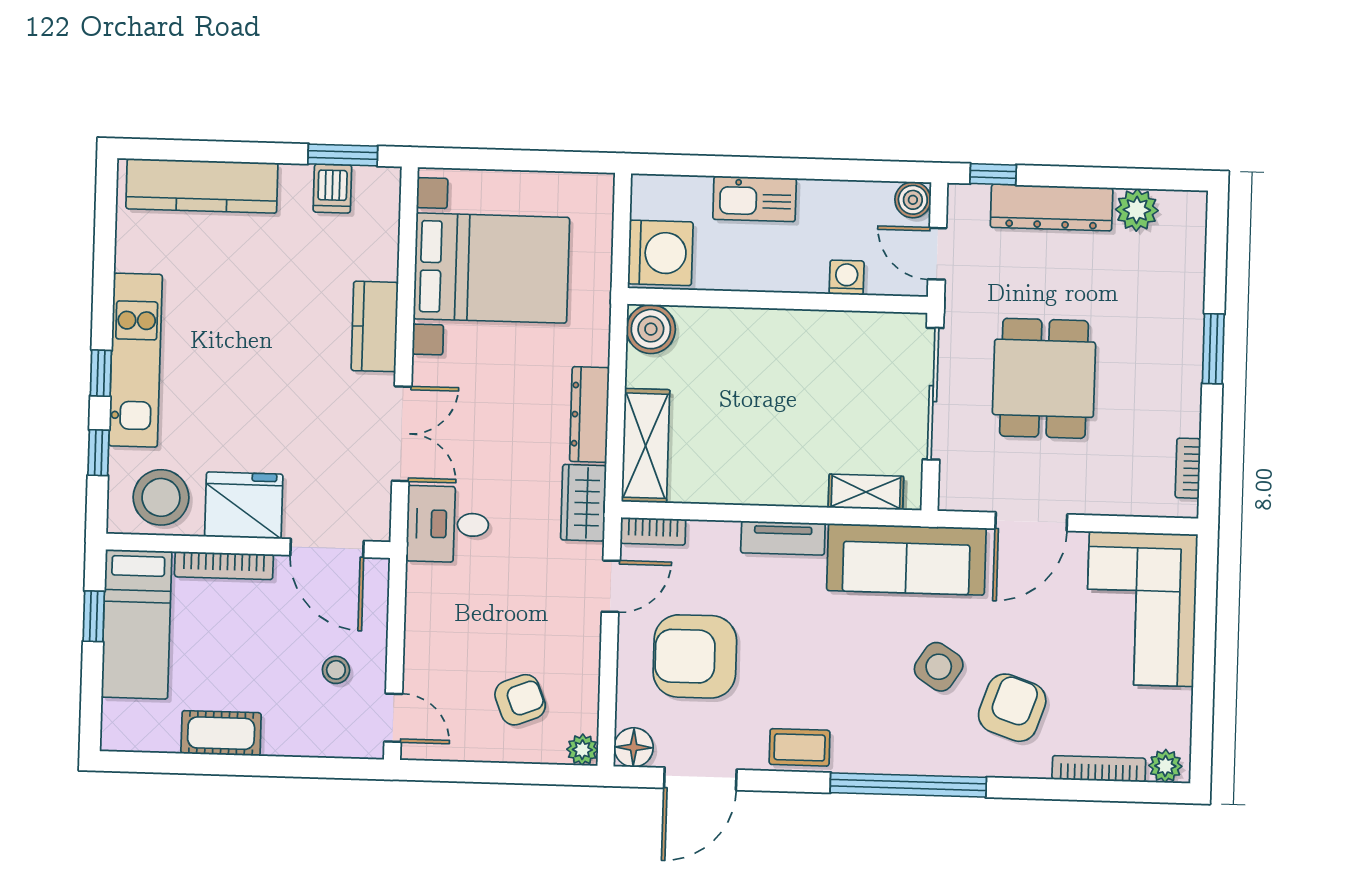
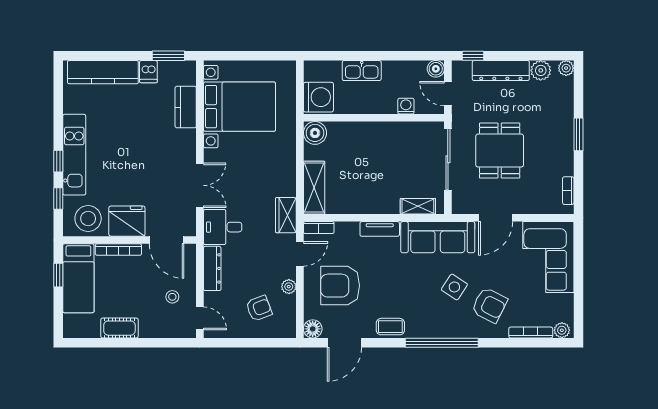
dishwasher: (332, 189) -> (148, 72), moved
plant: (1191, 207) -> (566, 68), added
kitchen counter: (375, 326) -> (186, 107), moved
dresser: (589, 415) -> (212, 268), moved, turned 180
armchair: (1012, 708) -> (489, 305), turned 98
plant: (582, 750) -> (289, 287), moved

